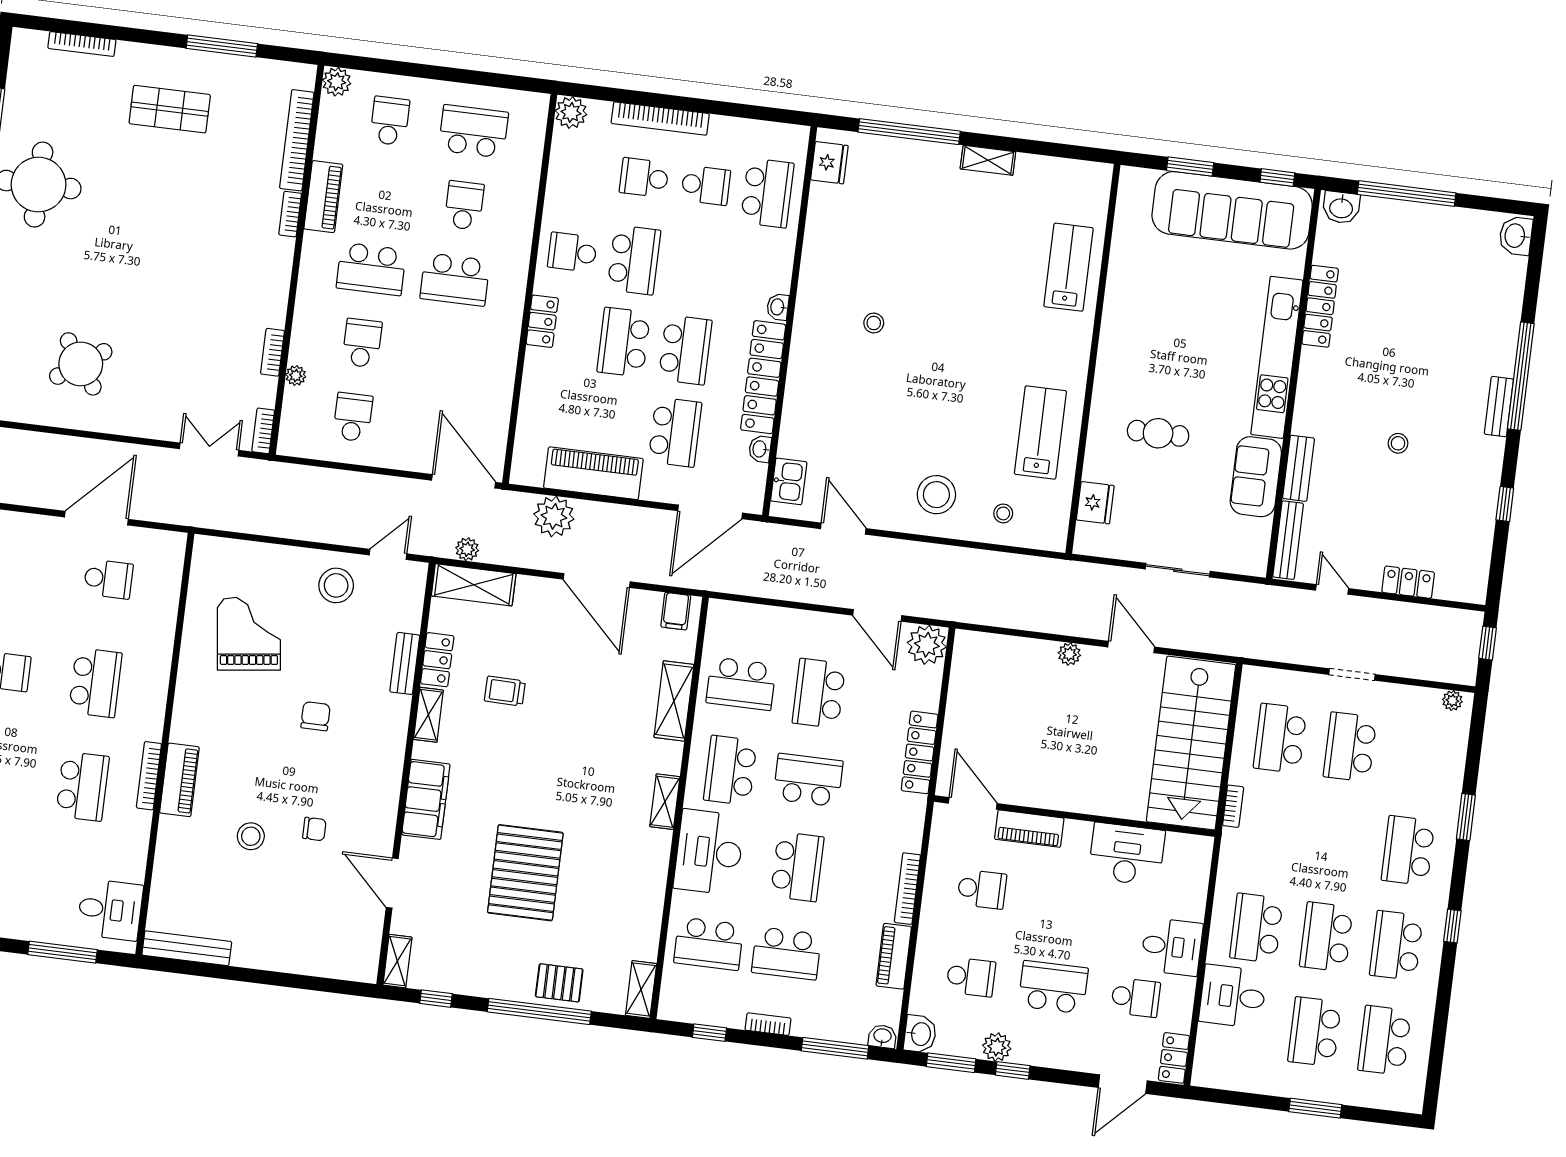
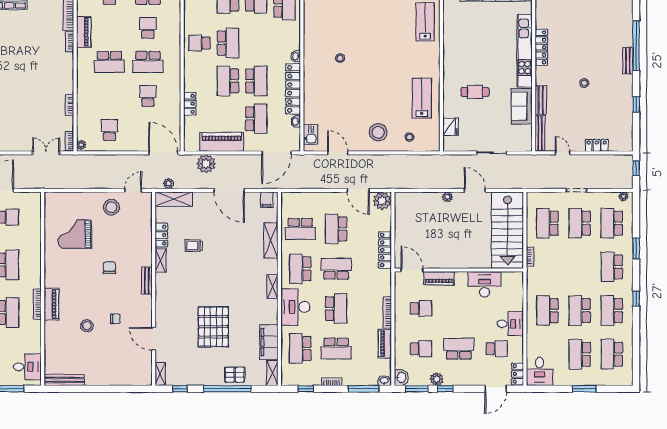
locker: (1320, 306) -> (541, 47), moved
locker: (542, 321) -> (190, 104), moved
school desk: (362, 343) -> (148, 96), moved
plant: (296, 376) -> (81, 145), moved
grand piano: (249, 634) -> (75, 234), turned -83
bench: (405, 663) -> (147, 281), moved
school desk: (1420, 756) -> (612, 223), added
filing cabinet: (426, 799) -> (269, 342), moved, turned 180
school desk: (709, 944) -> (300, 348), turned 90
desk: (1233, 996) -> (540, 371), moved, turned -90

